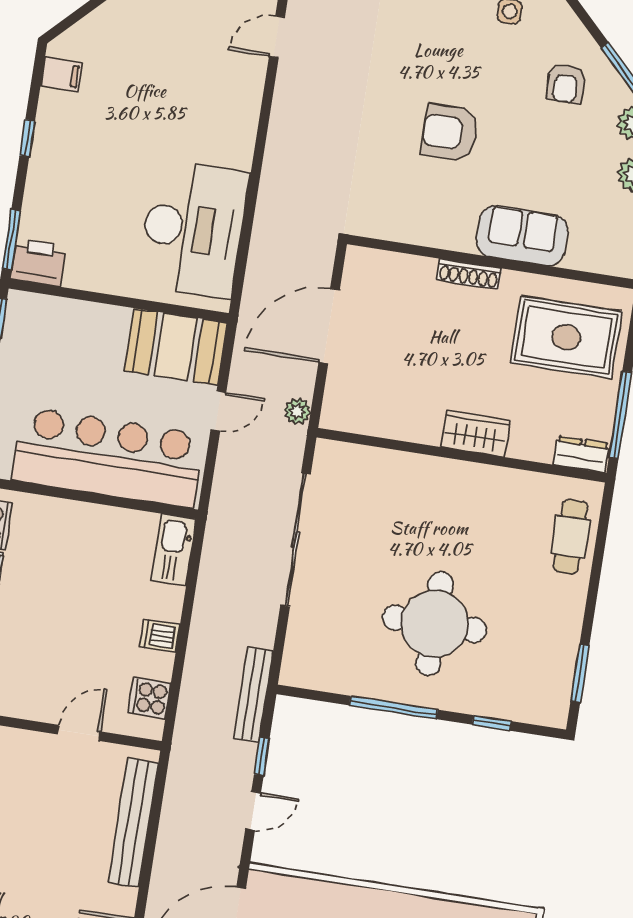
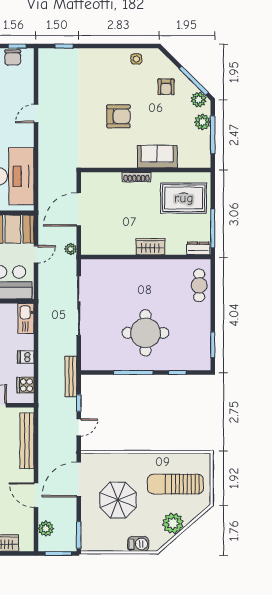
door: (277, 37) -> (36, 114), moved
armchair: (450, 133) -> (118, 116), turned 180

